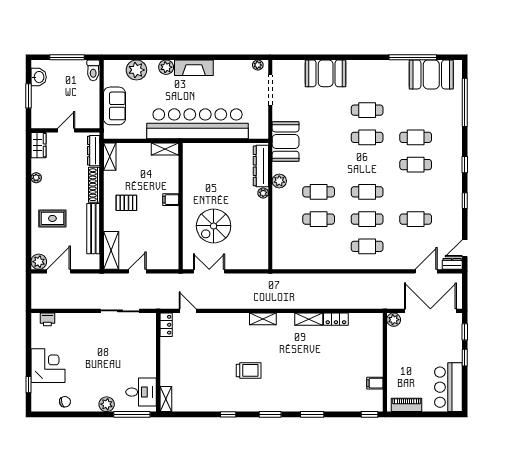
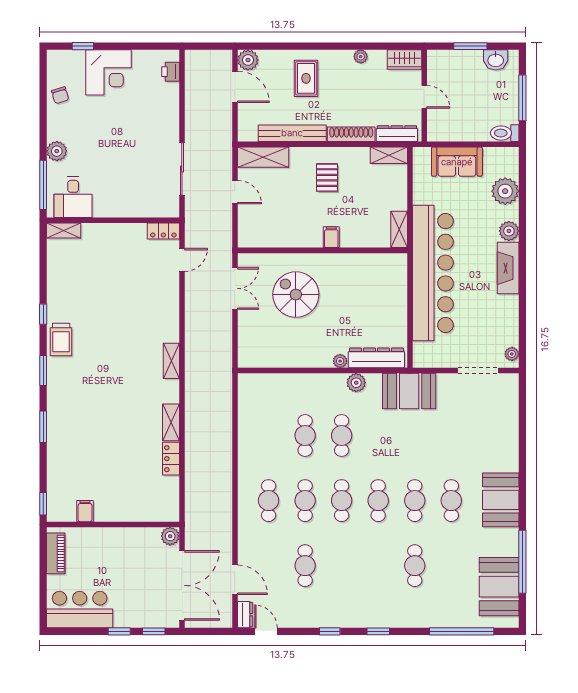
booth: (326, 73) -> (501, 500), moved
cafe table: (416, 165) -> (378, 501), moved
trolley: (249, 370) -> (61, 339), moved

